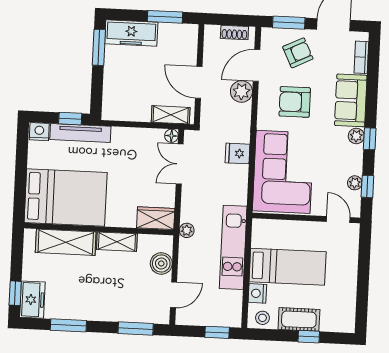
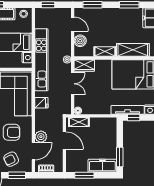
double door: (180, 164) -> (73, 84), moved
kitchen unit: (233, 247) -> (41, 60), width x1.36
nightstand: (257, 293) -> (27, 58), moved
door: (174, 295) -> (73, 24), swing flipped

